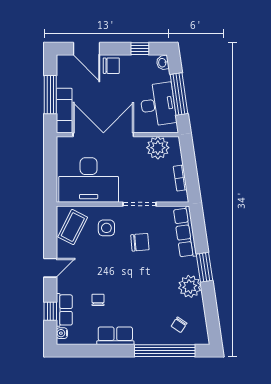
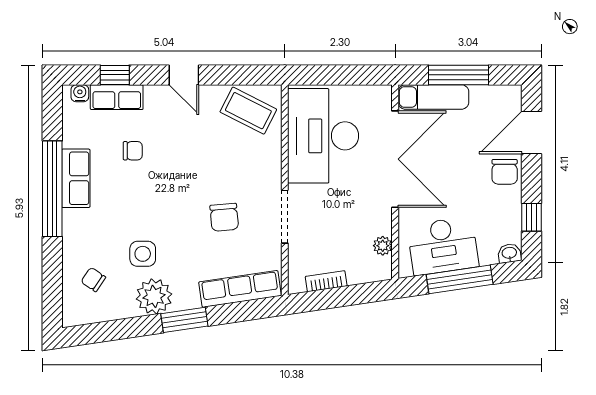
plant: (158, 148) -> (383, 246), width x0.53, depth x0.53
side table: (106, 228) -> (143, 254), moved
window: (165, 351) -> (52, 189), moved

